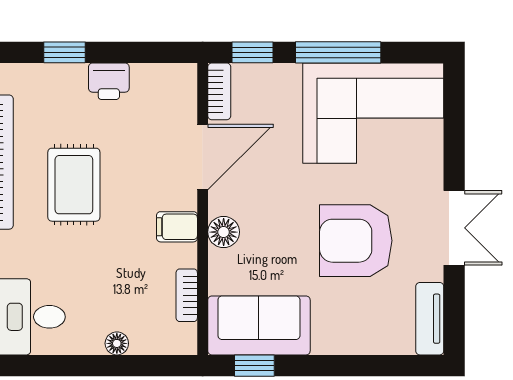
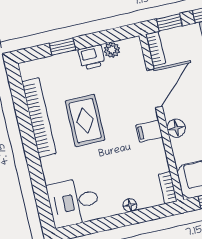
plant: (146, 77) -> (112, 50), added
bookcase: (187, 295) -> (168, 188), moved

